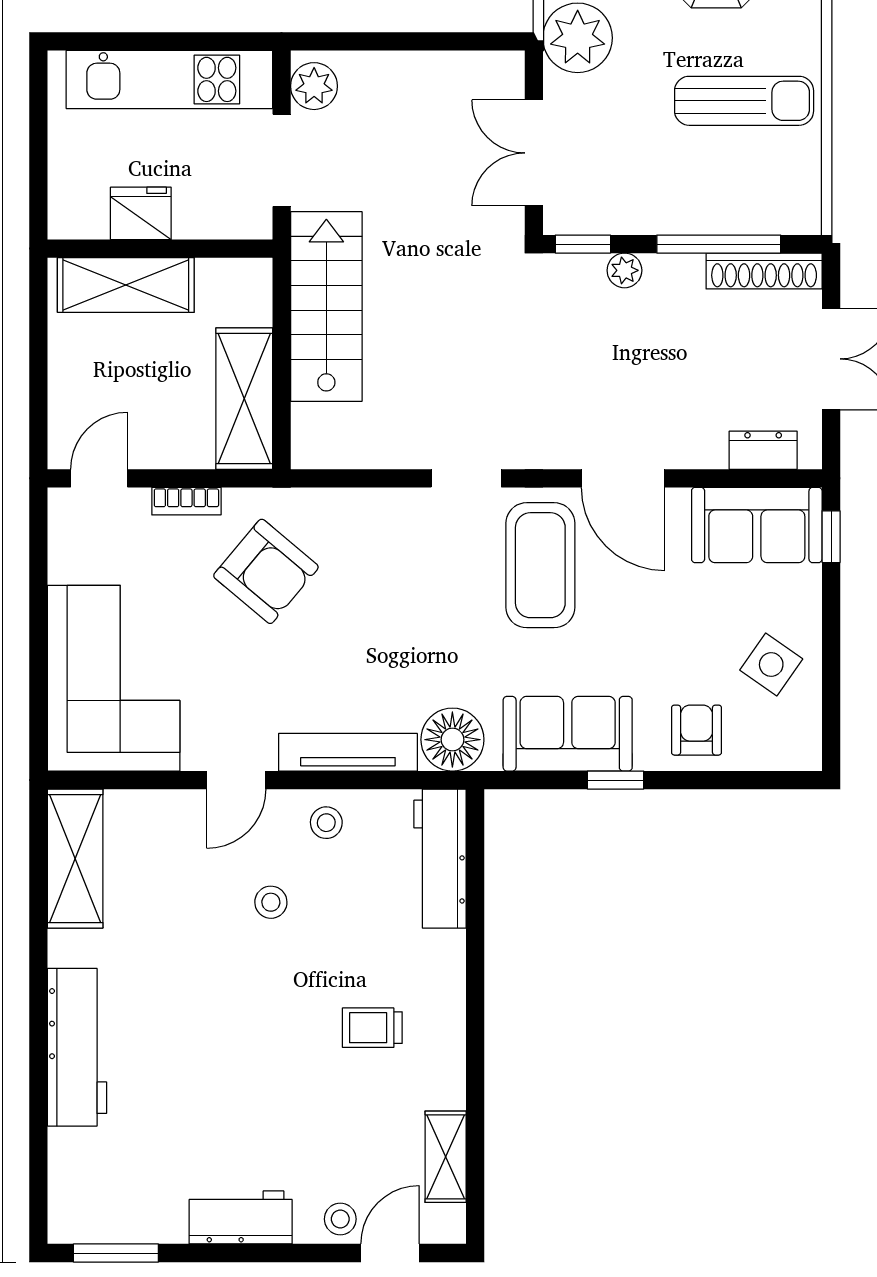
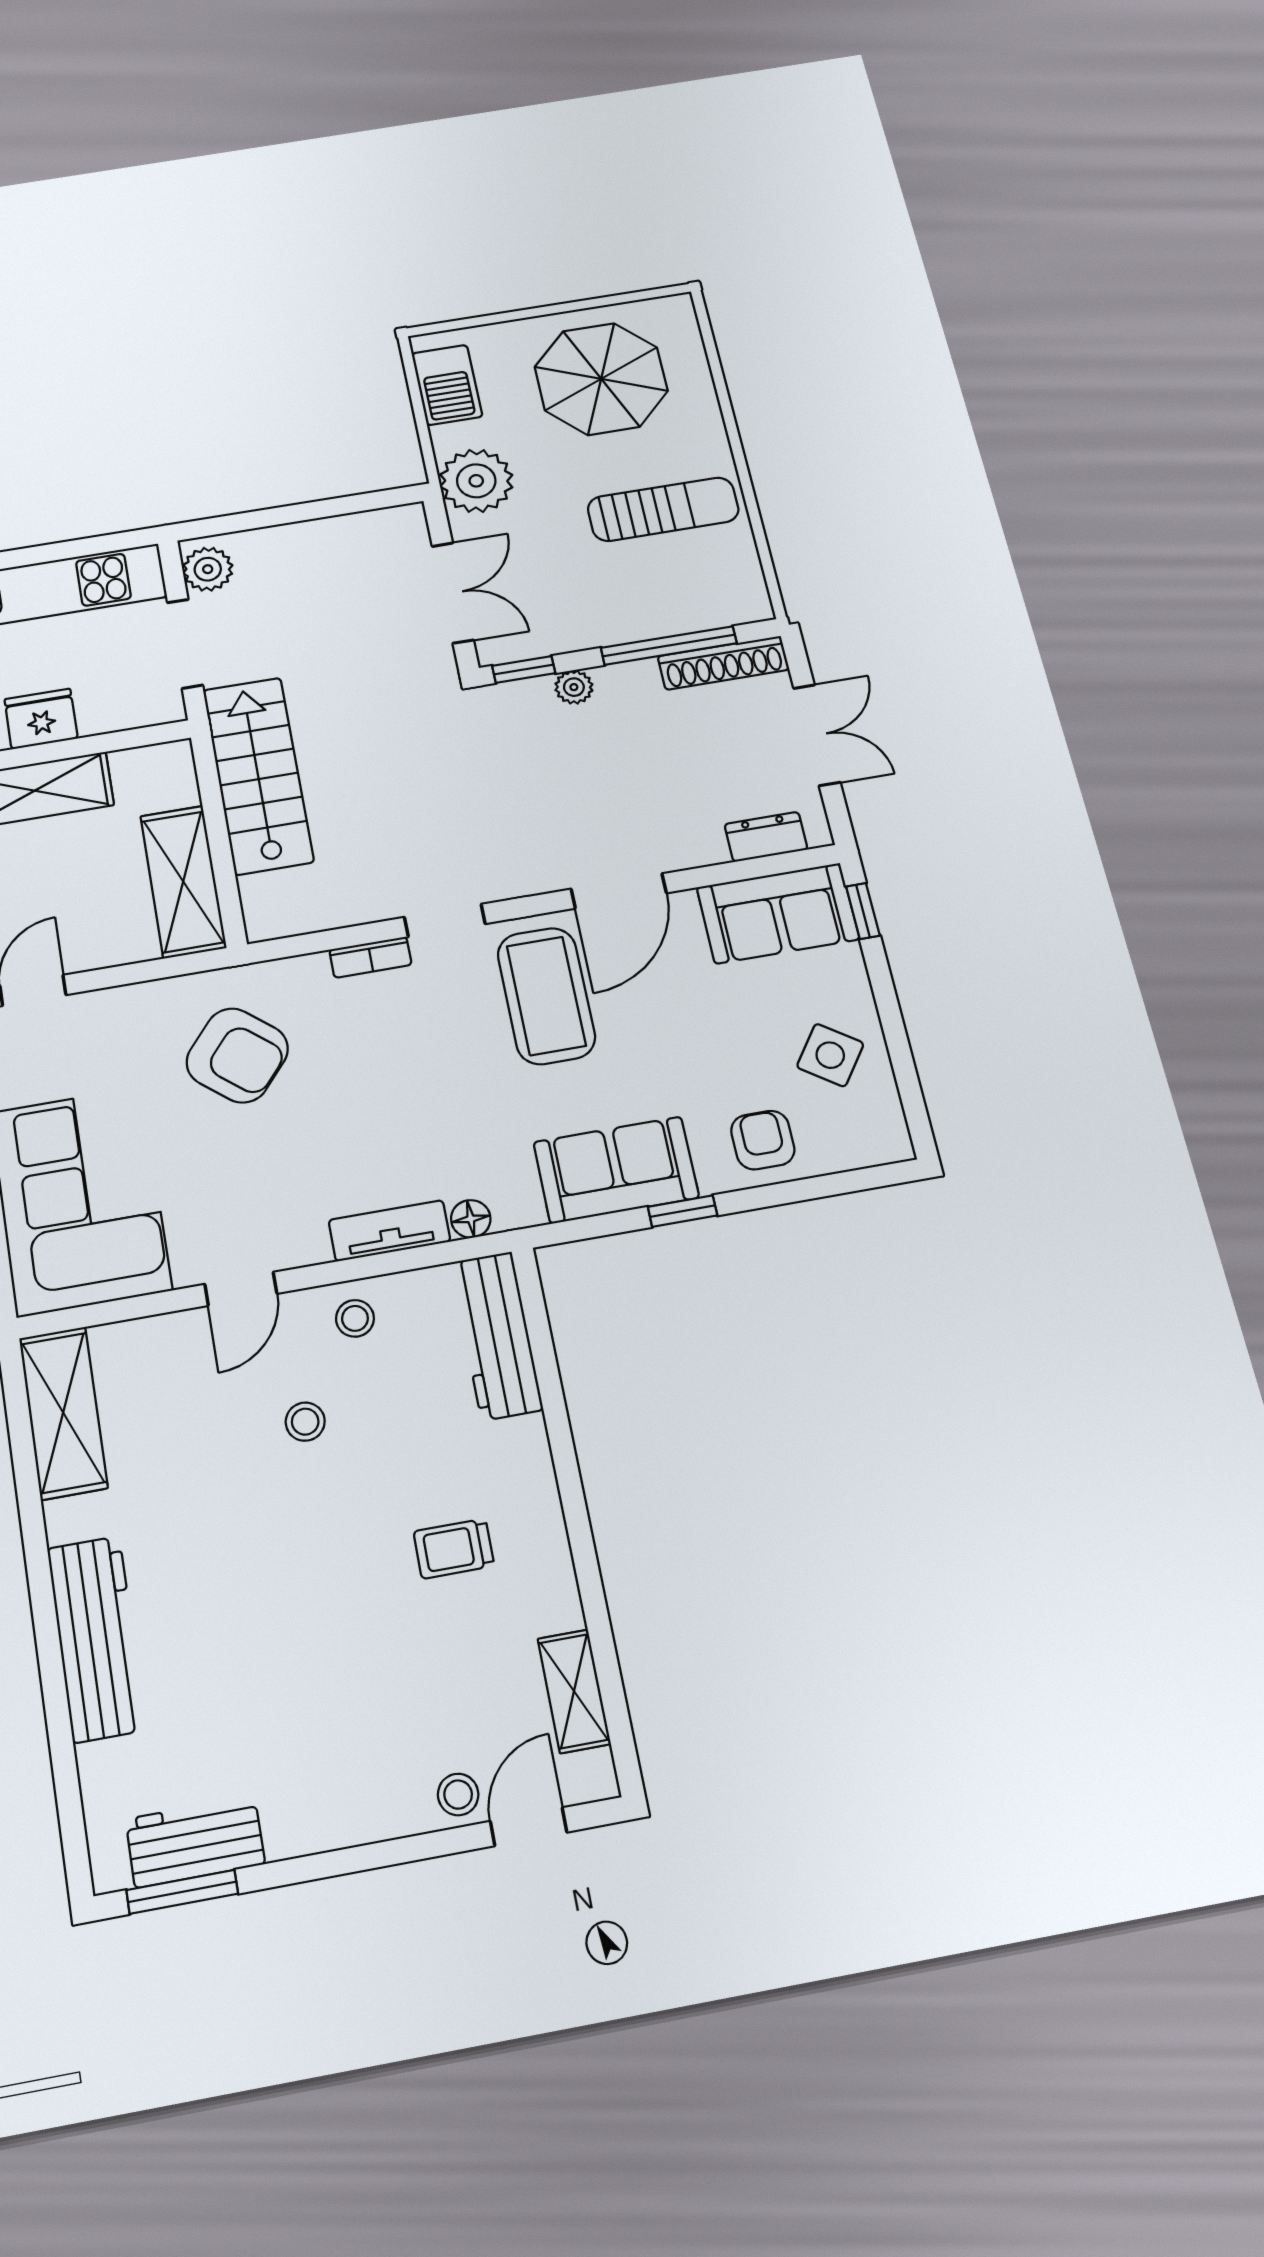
double door: (534, 153) -> (453, 593), swing flipped
door: (623, 478) -> (619, 891), hinge flipped
bookcase: (186, 501) -> (370, 957), moved
floor lamp: (452, 740) -> (471, 1219), width x0.53, depth x0.53
tv unit: (348, 752) -> (389, 1231), width x0.71
workbench: (241, 1217) -> (195, 1842), moved

